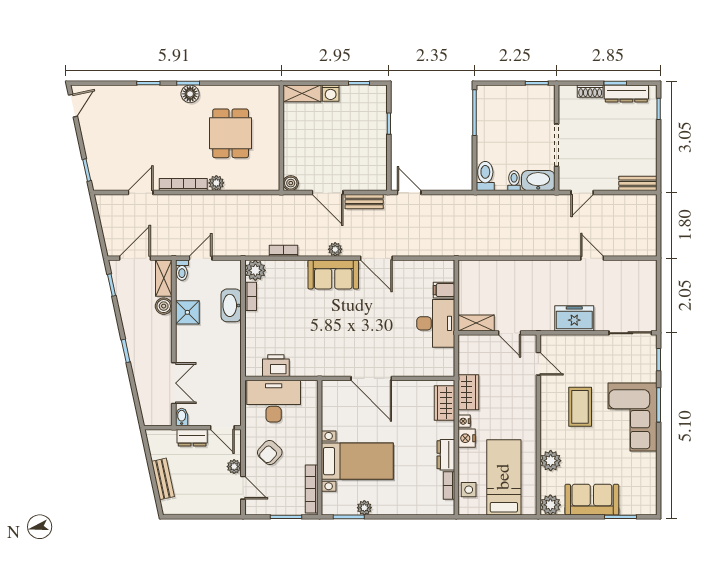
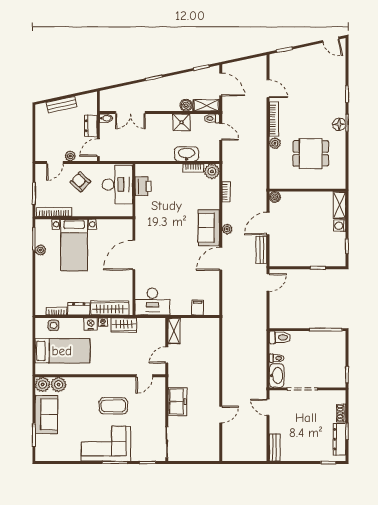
desk: (436, 323) -> (152, 302), moved
wardrobe: (444, 403) -> (110, 308), width x1.50
plant: (551, 461) -> (59, 385), moved

